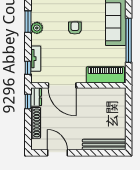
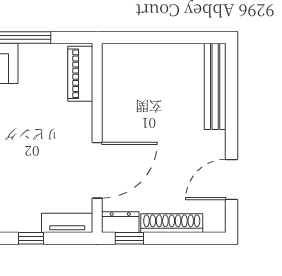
tv unit: (36, 59) -> (67, 223), moved
window: (28, 68) -> (31, 238), moved
piano: (105, 75) -> (80, 74), width x0.73, depth x0.75

